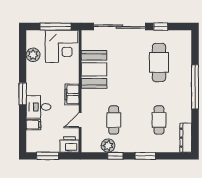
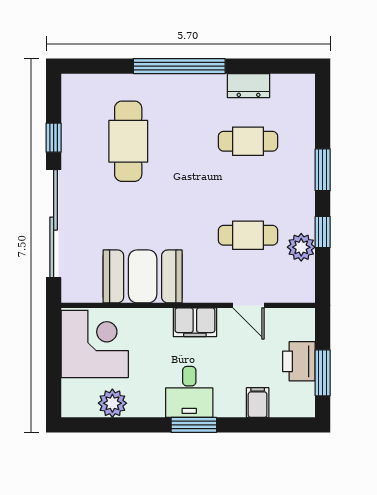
window: (56, 27) -> (54, 357), removed
cafe table: (159, 62) -> (128, 141), turned 90
desk: (38, 107) -> (189, 392), moved
dresser: (186, 138) -> (249, 86), moved, width x0.70
printer: (69, 144) -> (299, 361), moved

